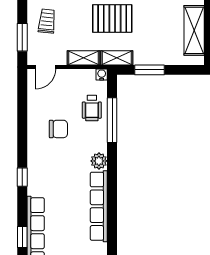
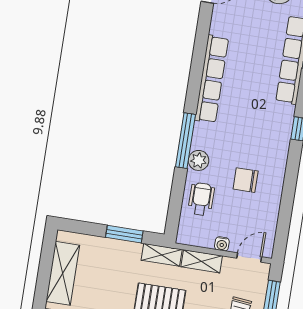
water cooler: (102, 74) -> (222, 244), moved
window: (112, 120) -> (185, 141), moved
plant: (99, 161) -> (199, 160), moved

